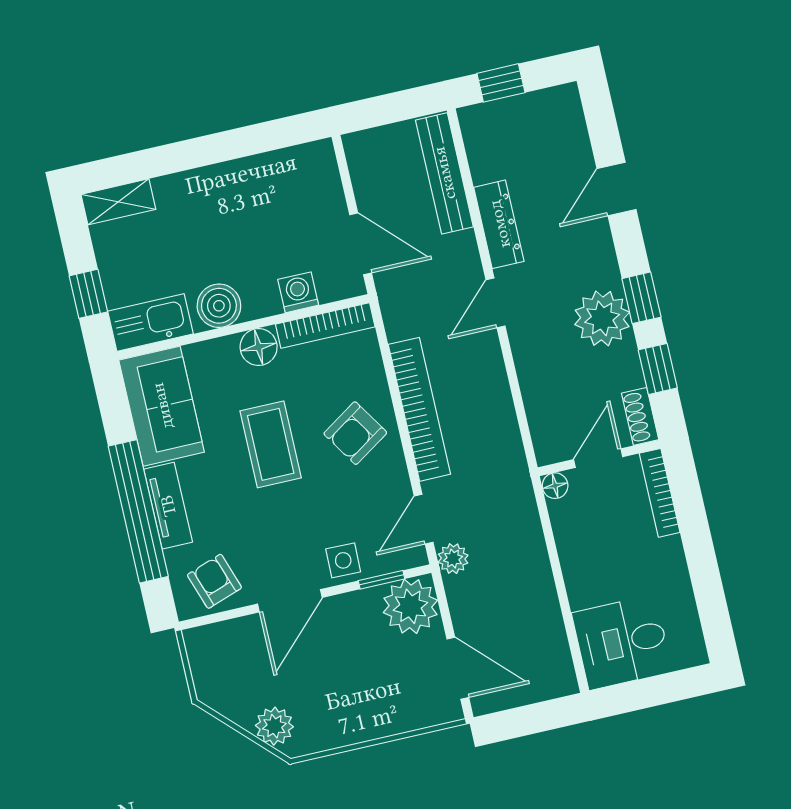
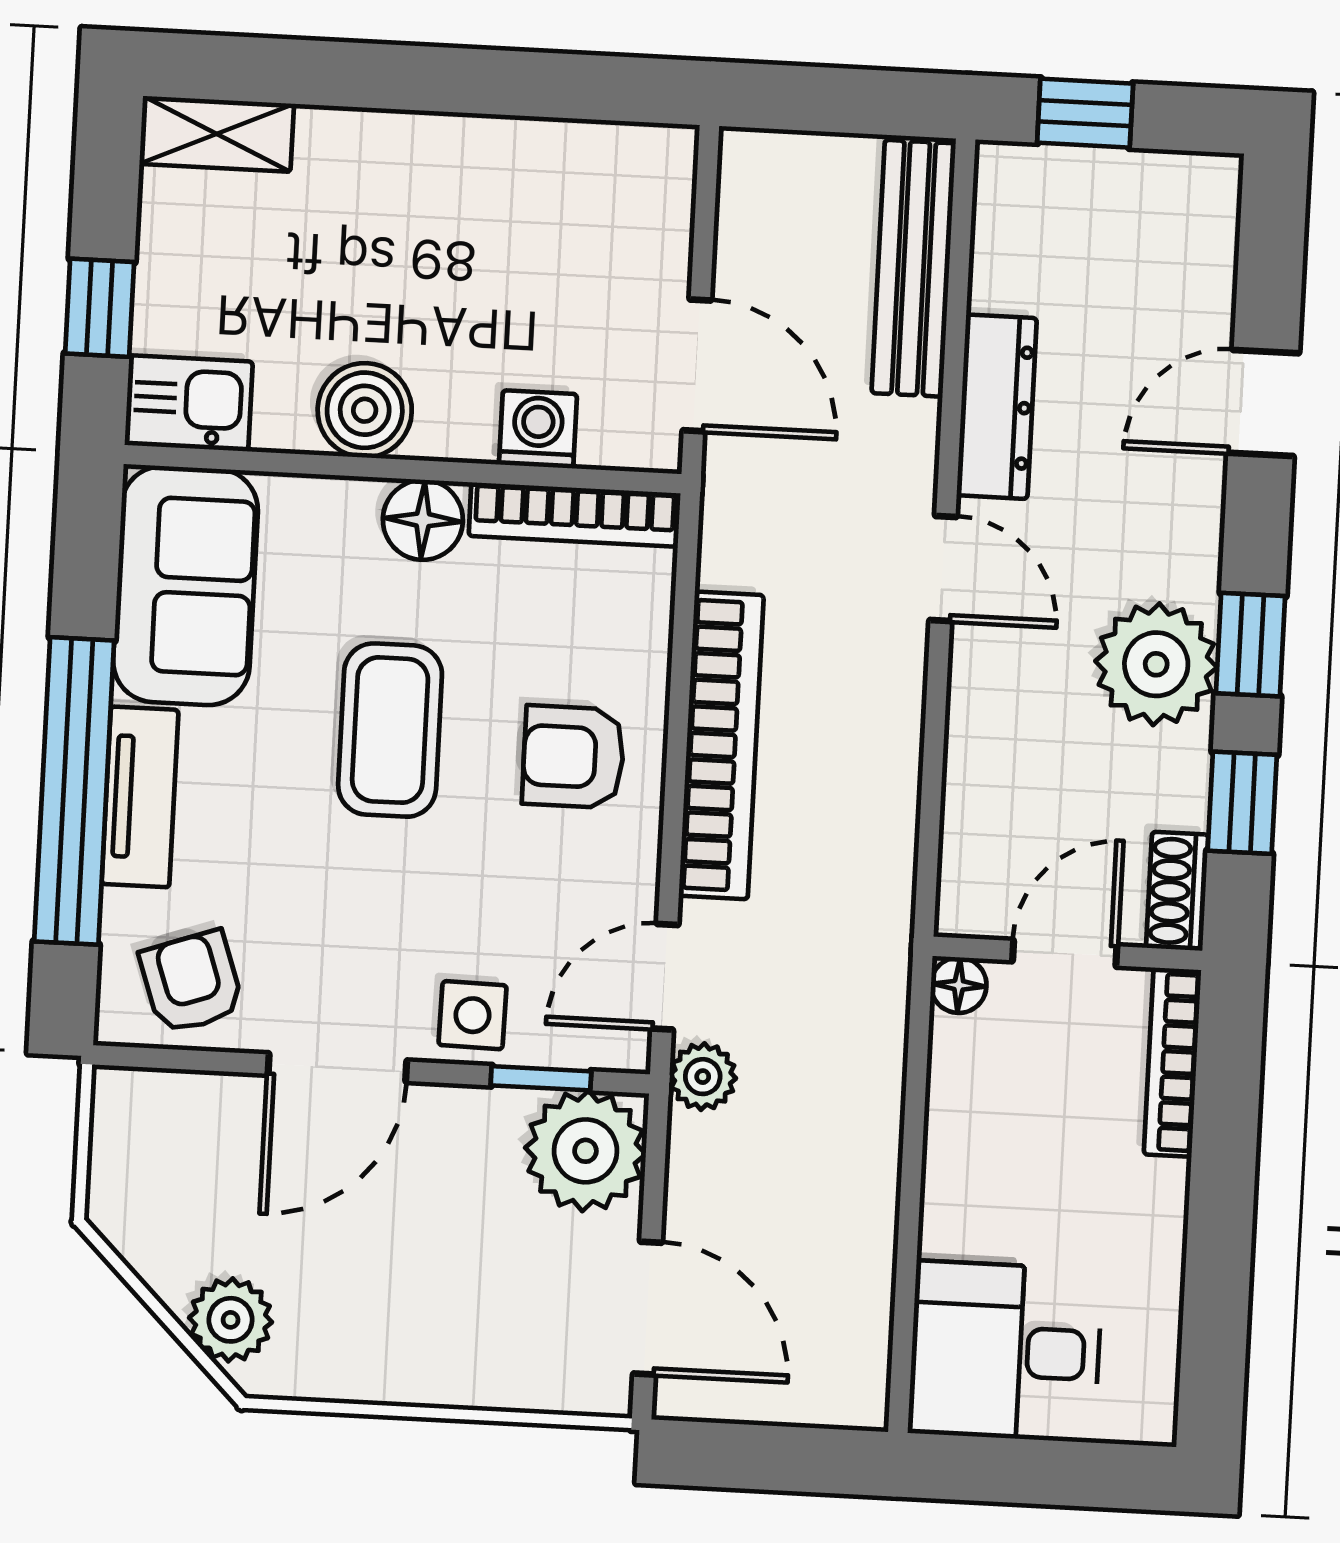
door: (495, 303) -> (943, 568), swing flipped
kitchen sink: (150, 322) -> (189, 403), width x0.73
armchair: (355, 433) -> (573, 757), turned 33

